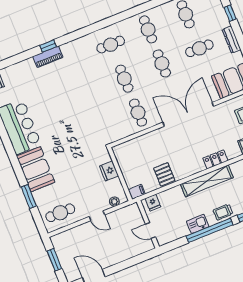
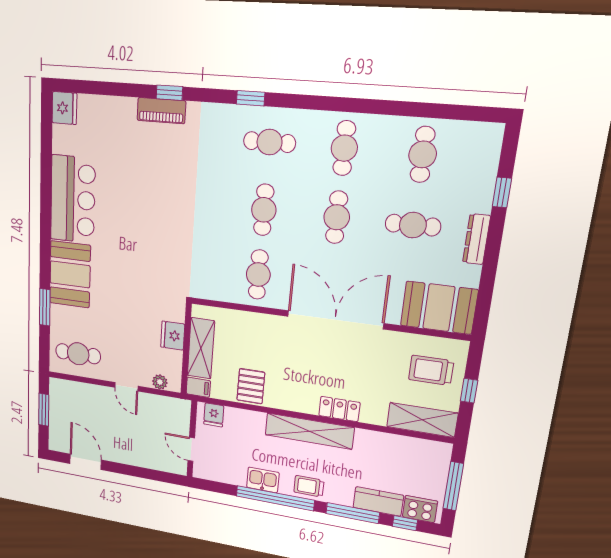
window: (91, 29) -> (251, 98), added
shelving: (128, 169) -> (201, 348), added

